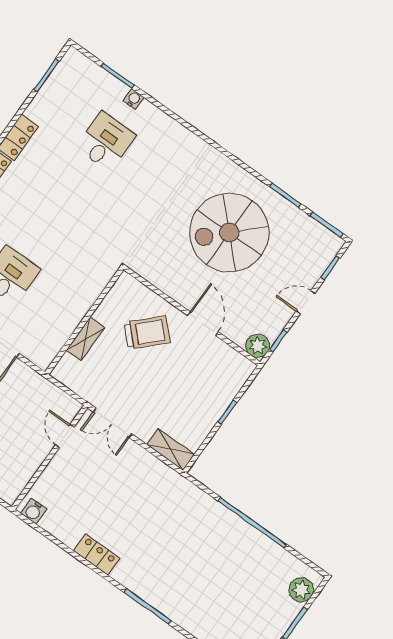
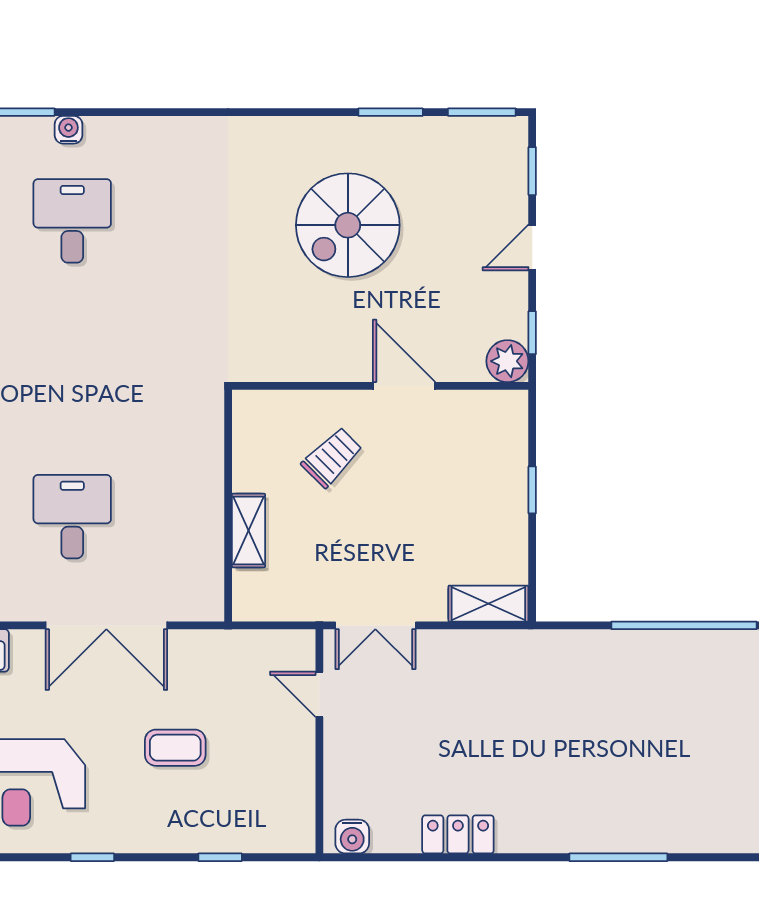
spiral stairs: (229, 233) -> (348, 225), width x0.73, depth x0.73
trolley: (147, 333) -> (332, 457), width x0.73, depth x0.72
locker: (97, 555) -> (458, 834), moved

